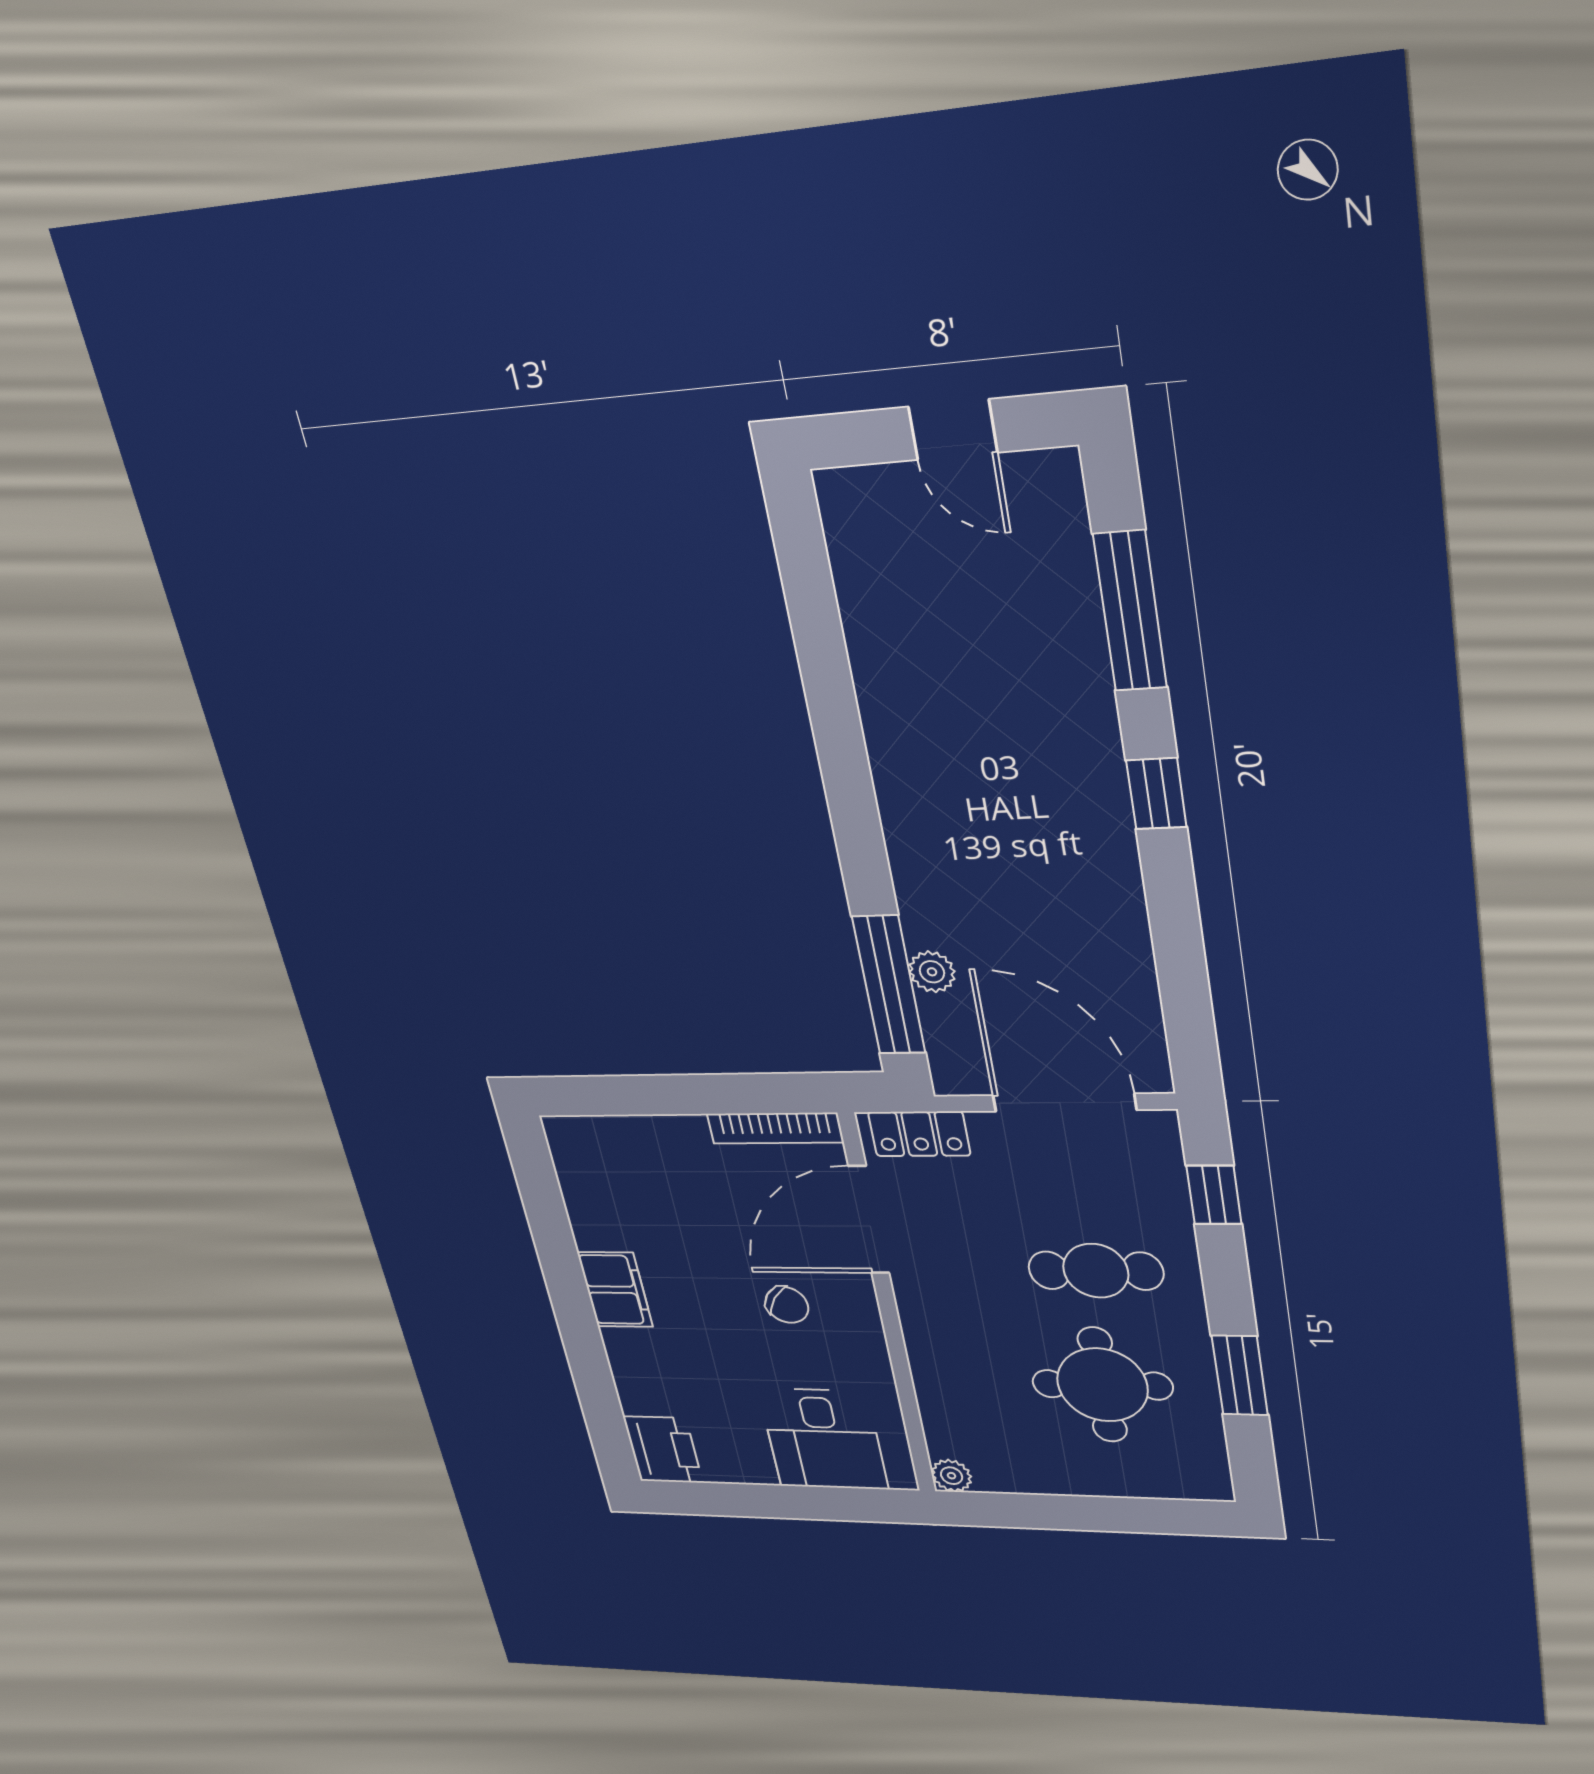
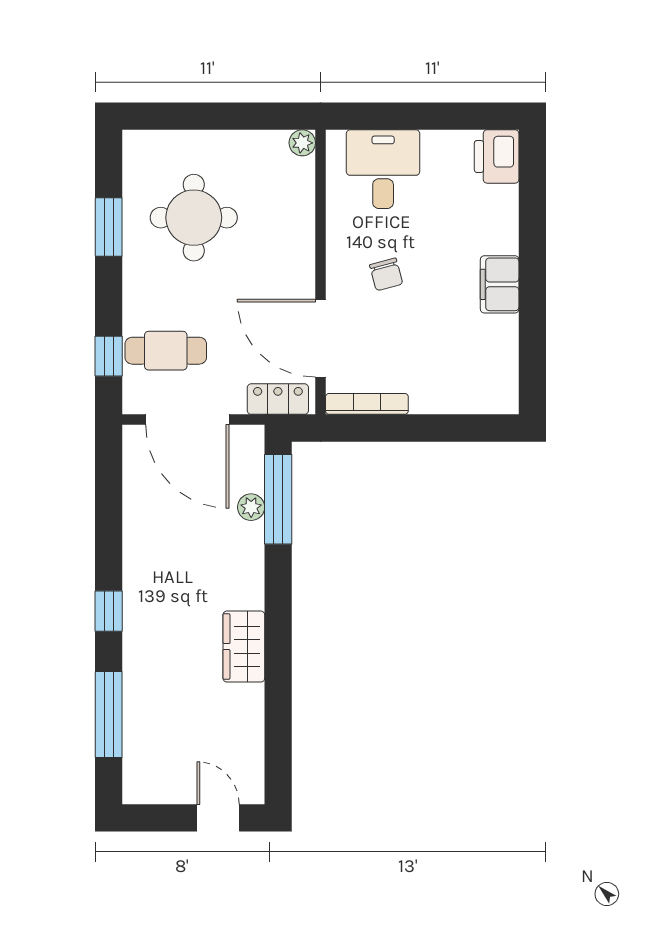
door: (953, 430) -> (218, 818), moved
wardrobe: (901, 746) -> (244, 647), added
door: (869, 1220) -> (320, 338), swing flipped
cafe table: (1096, 1271) -> (166, 351), moved
chair: (787, 1305) -> (386, 274), turned -140

